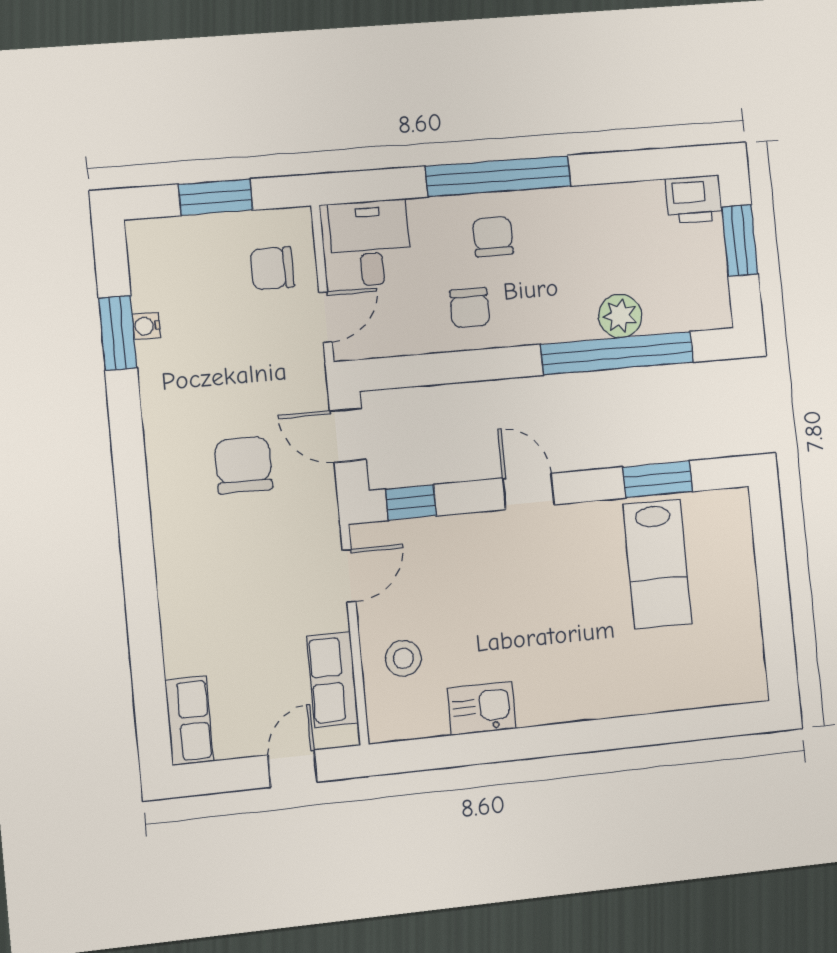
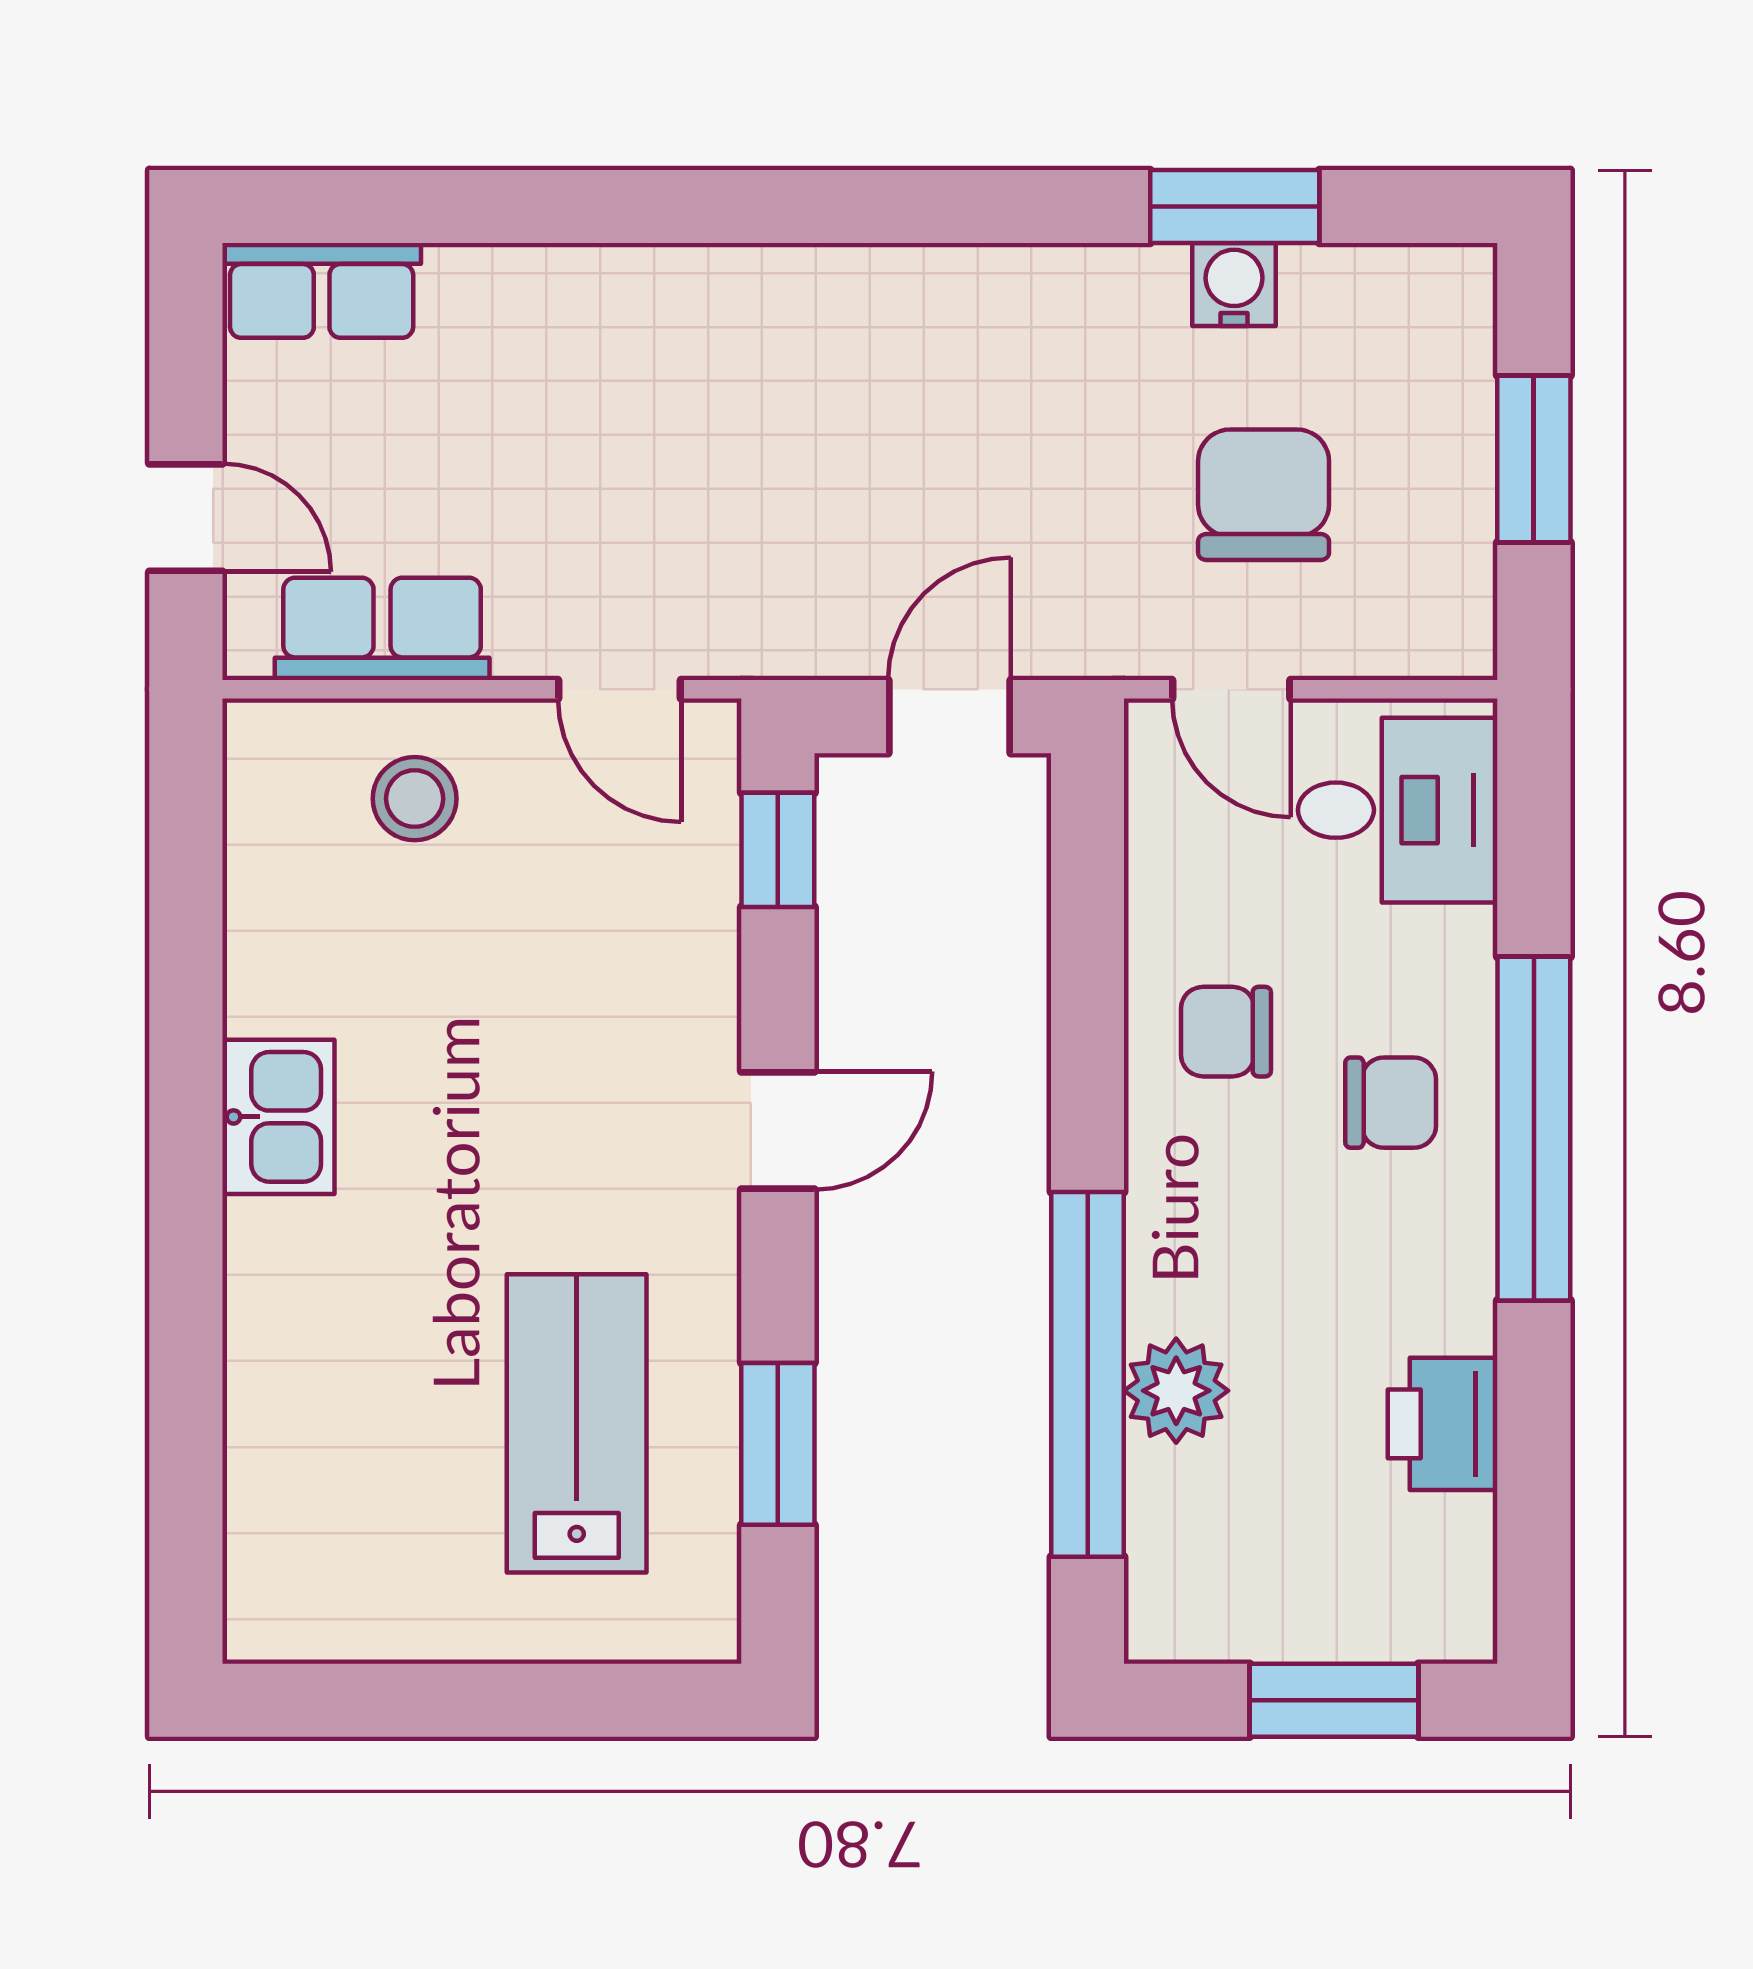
printer: (694, 199) -> (1443, 1424), moved
chair: (272, 268) -> (1264, 495), moved, width x1.37, depth x1.37
water cooler: (146, 326) -> (1234, 285), width x1.38, depth x1.38
chair: (243, 465) -> (902, 468), removed
lab bench: (657, 564) -> (577, 1423), turned 90
kitchen sink: (482, 708) -> (278, 1117), moved

